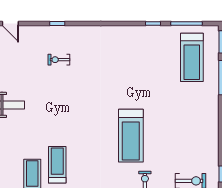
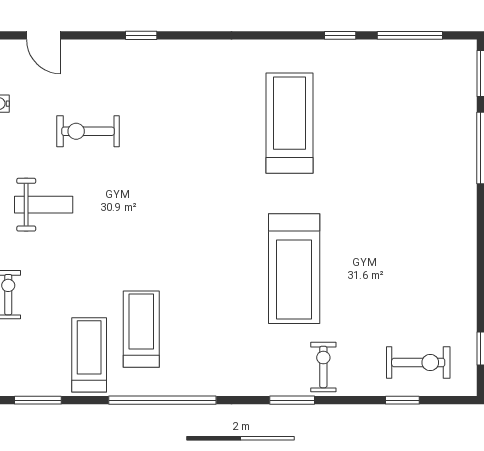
treadmill: (192, 57) -> (289, 123), moved, turned 180
exercise bike: (59, 60) -> (88, 131), moved, width x1.38, depth x1.39

